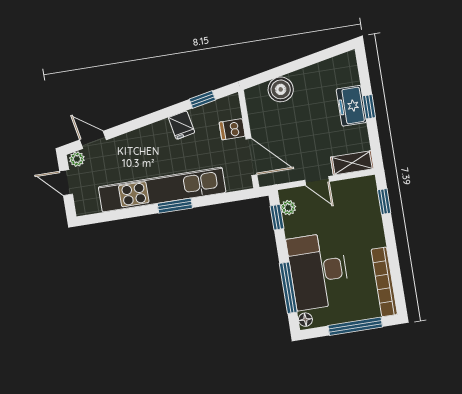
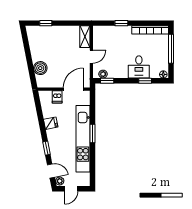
window: (202, 100) -> (46, 148), moved
freezer: (351, 106) -> (55, 32), removed
window: (369, 107) -> (46, 23), moved
door: (93, 140) -> (51, 171), swing flipped
window: (384, 202) -> (121, 23), moved
desk: (318, 271) -> (139, 67), width x0.53, depth x0.77
window: (288, 288) -> (145, 81), width x0.46

